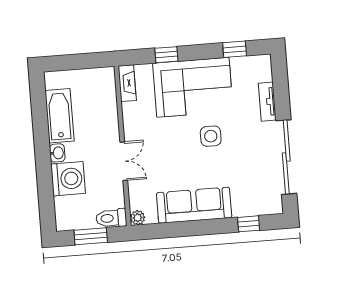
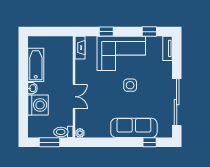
tv unit: (267, 102) -> (167, 48), moved
sofa: (194, 205) -> (134, 128), moved

